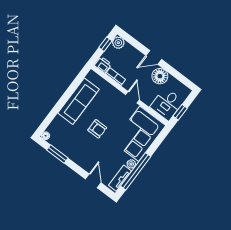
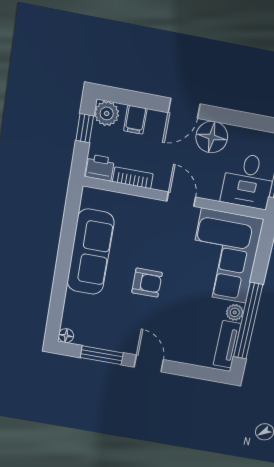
filing cabinet: (130, 52) -> (135, 120), added
door: (93, 181) -> (149, 363), moved

